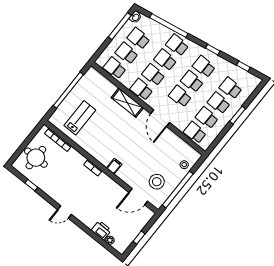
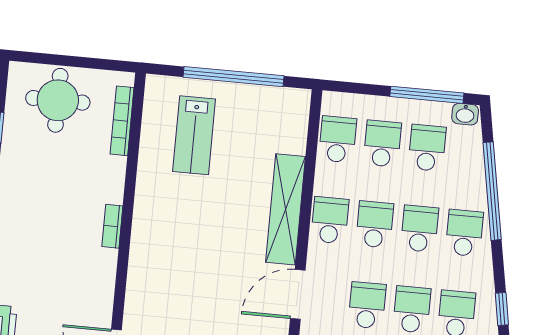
shelving: (127, 103) -> (285, 209), width x1.47
lab bench: (80, 118) -> (194, 135), turned 90
filing cabinet: (114, 166) -> (143, 266), removed

